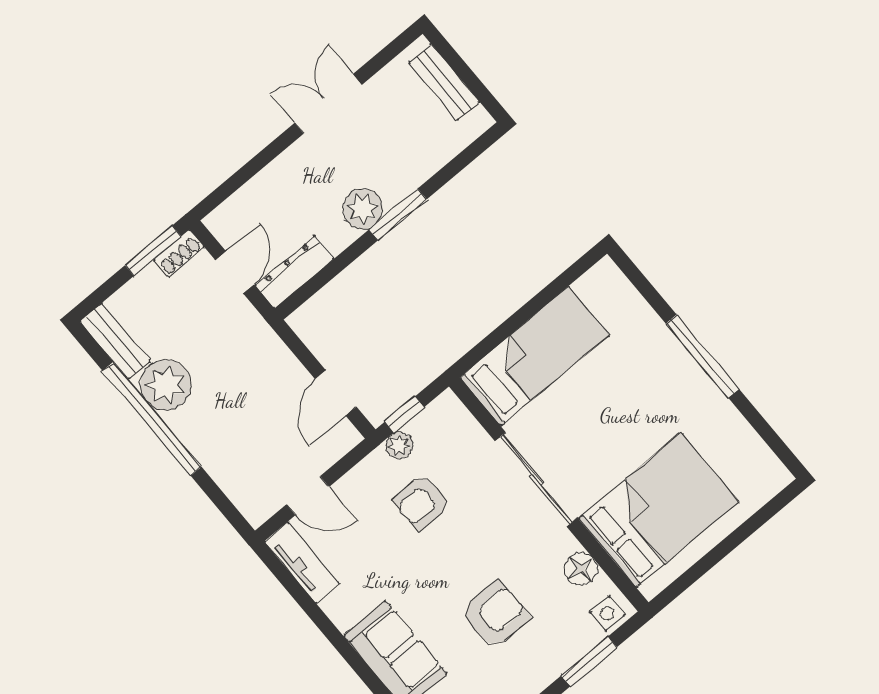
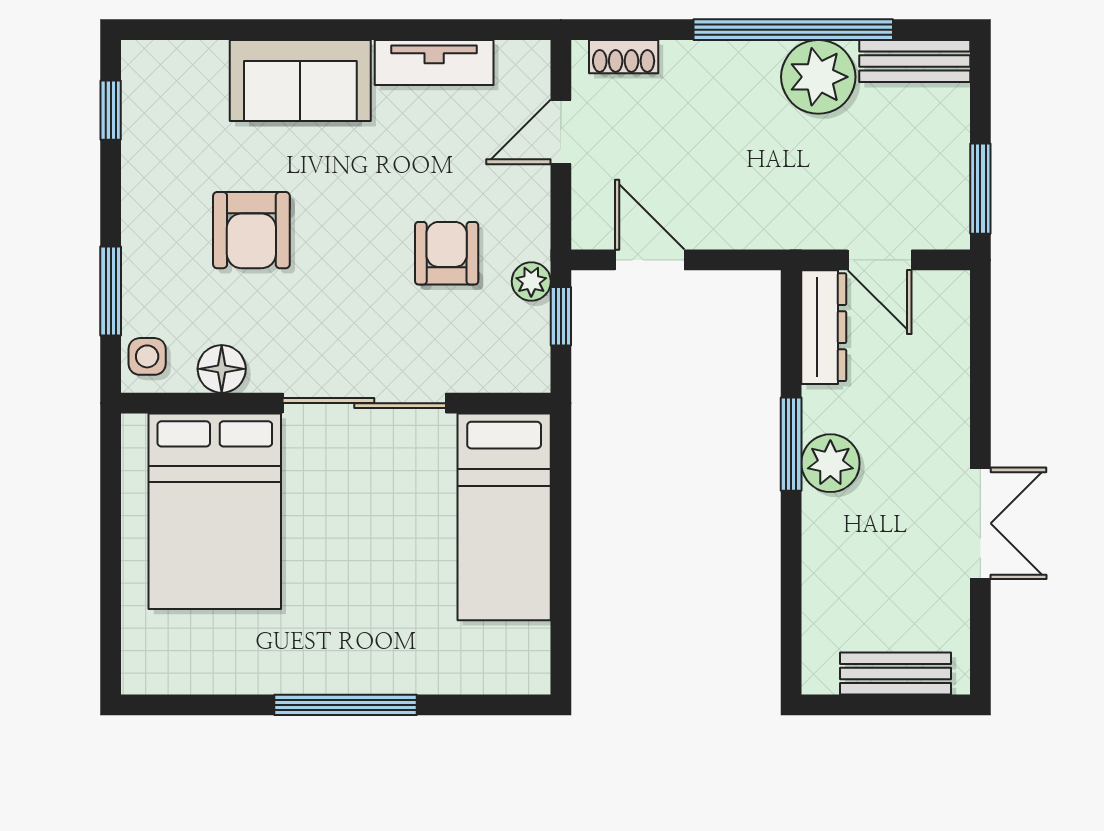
window: (398, 214) -> (791, 444), moved
shoe rack: (179, 253) -> (624, 57), moved, turned -90
tv unit: (302, 562) -> (434, 62), moved

